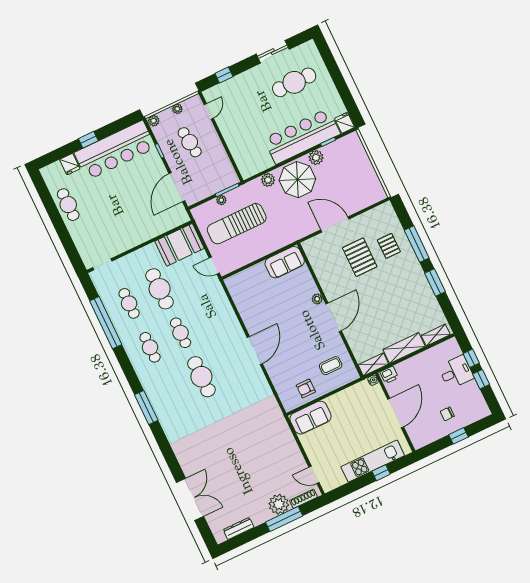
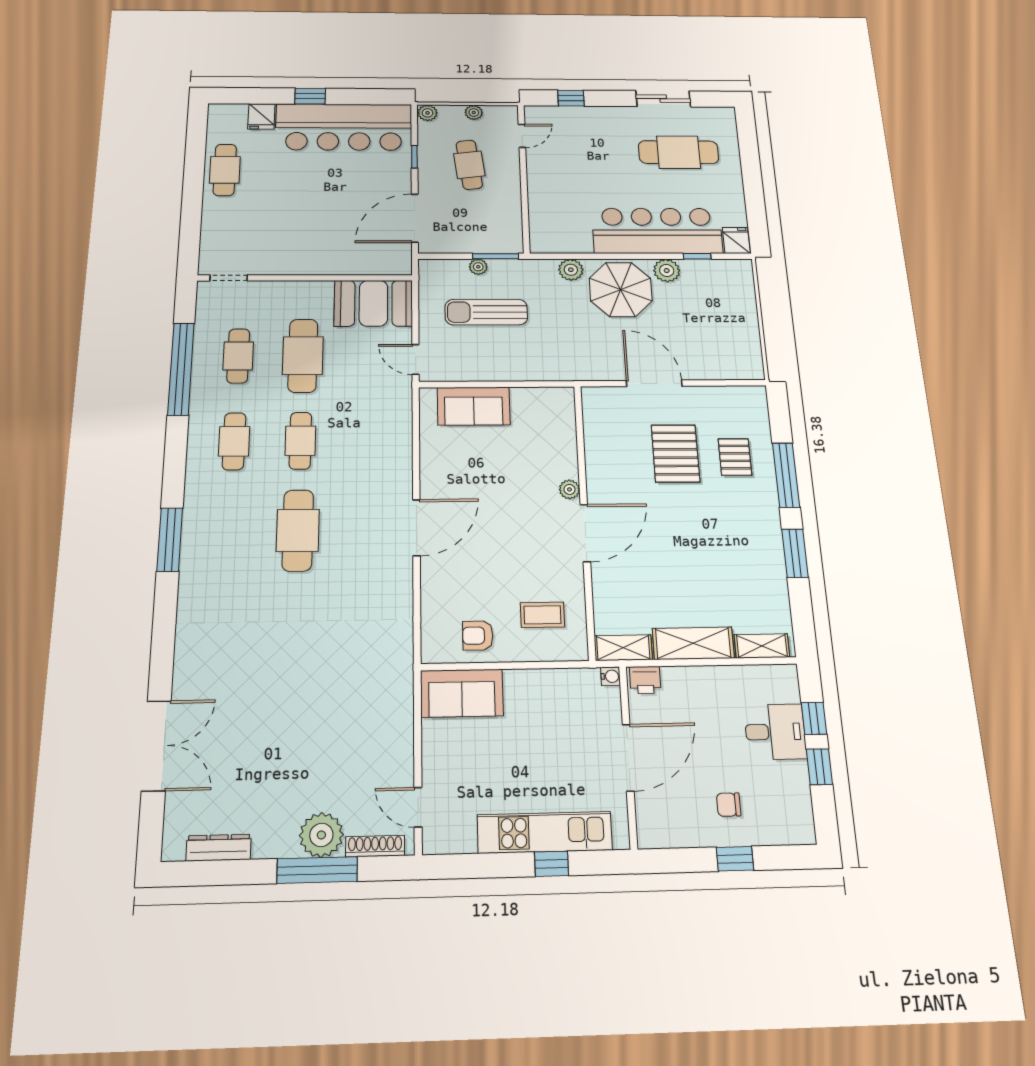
sun lounger: (237, 224) -> (486, 312), width x0.73, depth x0.75
sofa: (285, 262) -> (474, 406), moved

